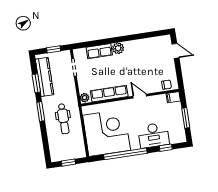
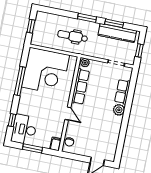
door: (140, 96) -> (68, 114), hinge flipped
desk: (154, 135) -> (24, 129), moved
window: (125, 154) -> (20, 81), width x0.68

